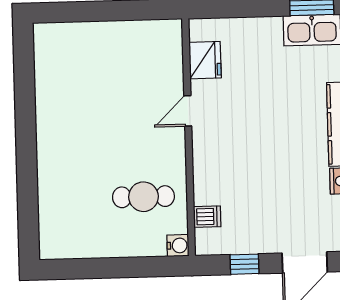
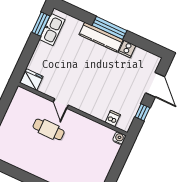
fridge: (205, 60) -> (32, 80), moved
cafe table: (143, 197) -> (49, 129), moved, turned 90

